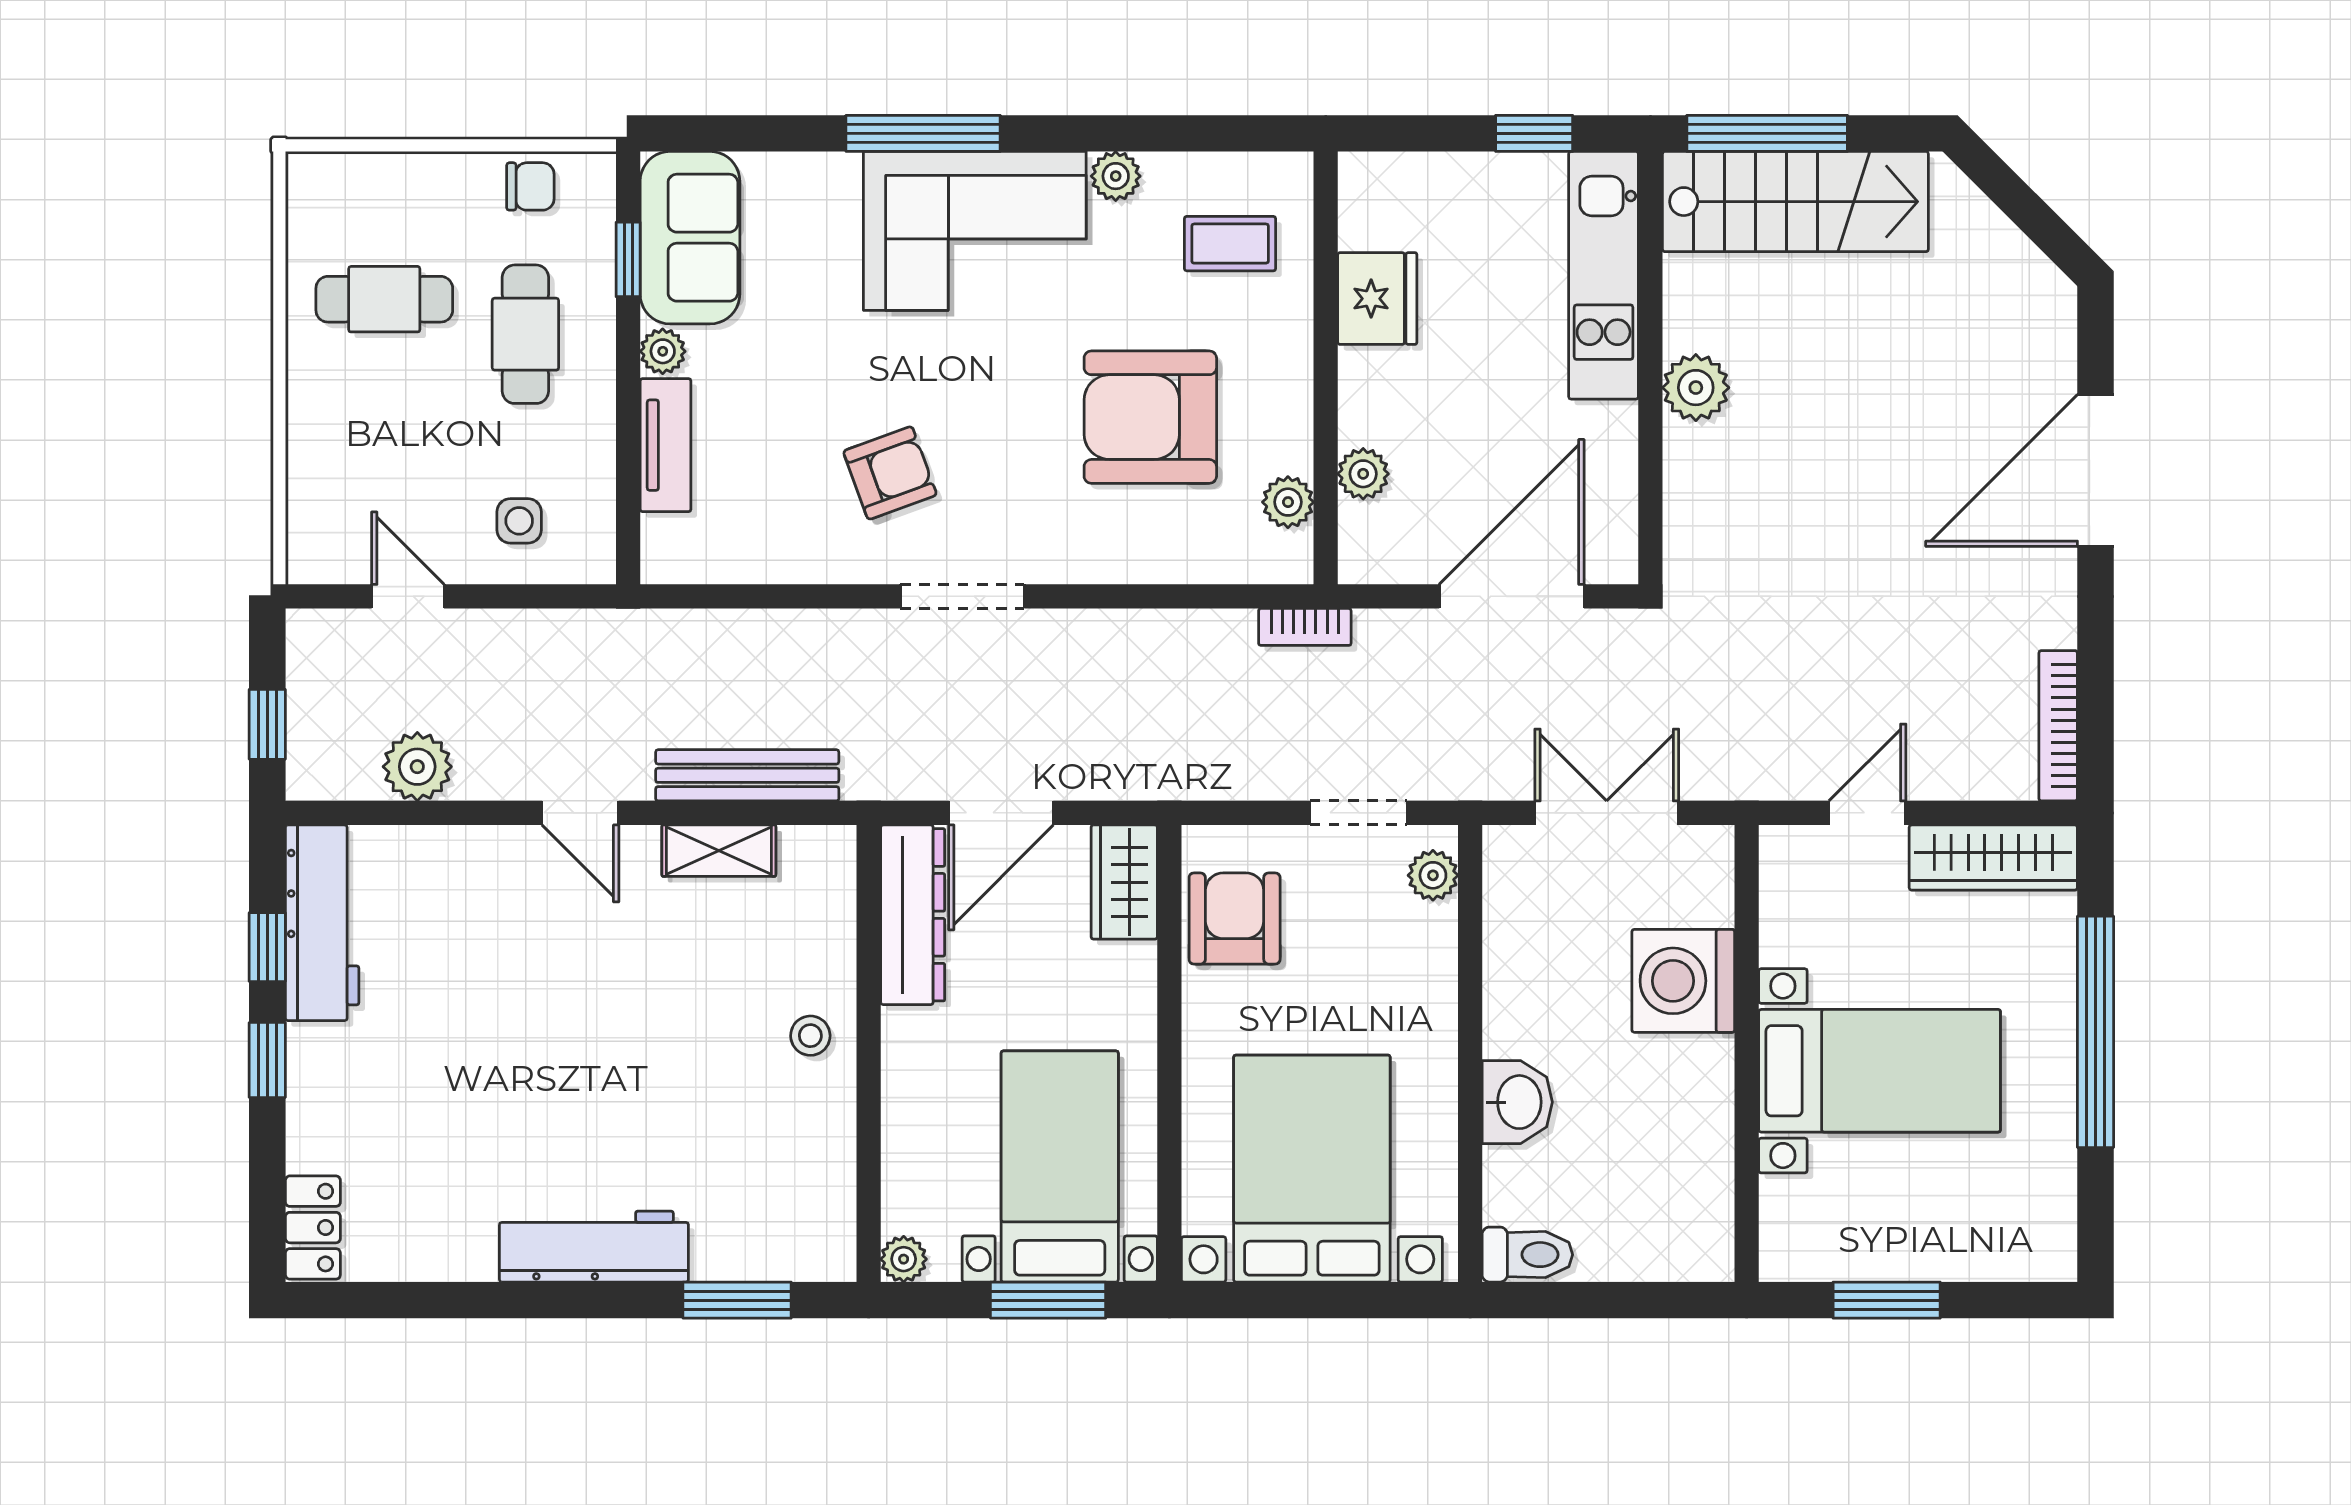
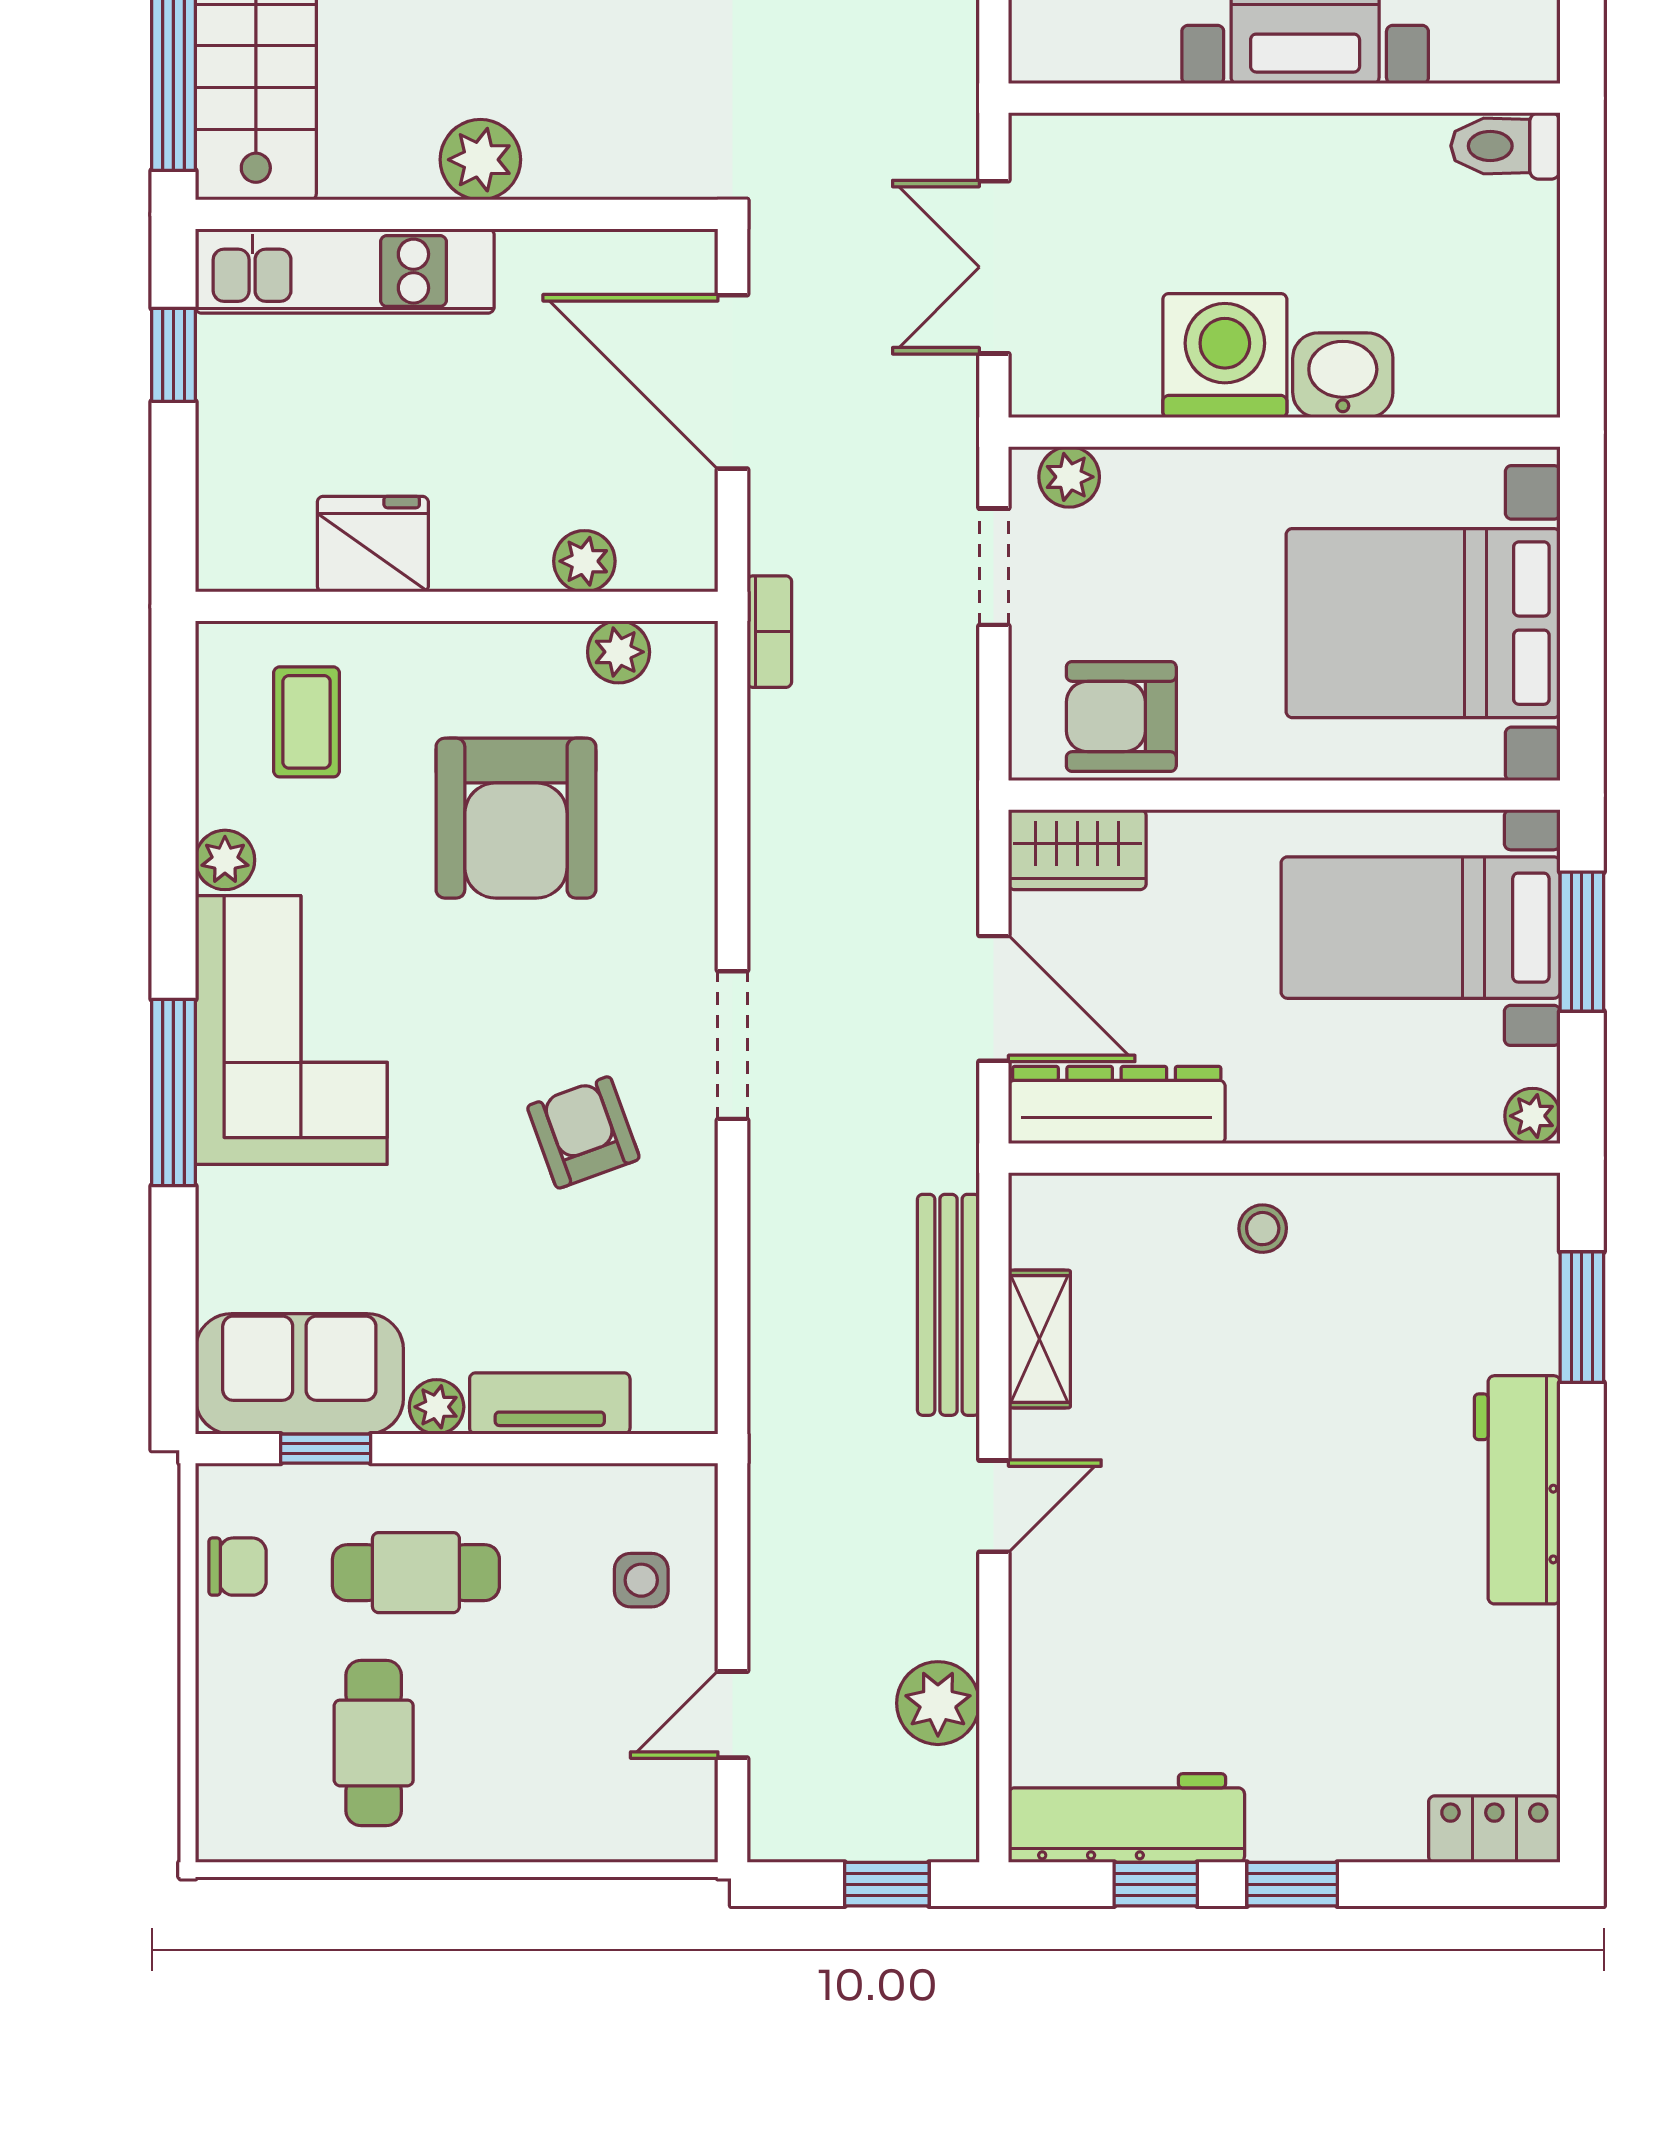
chair: (530, 186) -> (238, 1567), turned 90
washing machine: (1683, 981) -> (1225, 356), moved, turned 180
toilet: (1527, 1255) -> (1506, 146), moved, turned -90

